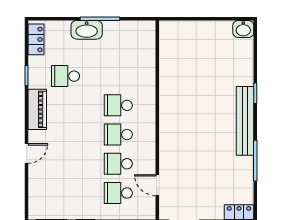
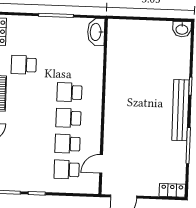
washbasin: (87, 30) -> (96, 32), moved, turned 90
door: (157, 185) -> (101, 164), hinge flipped

